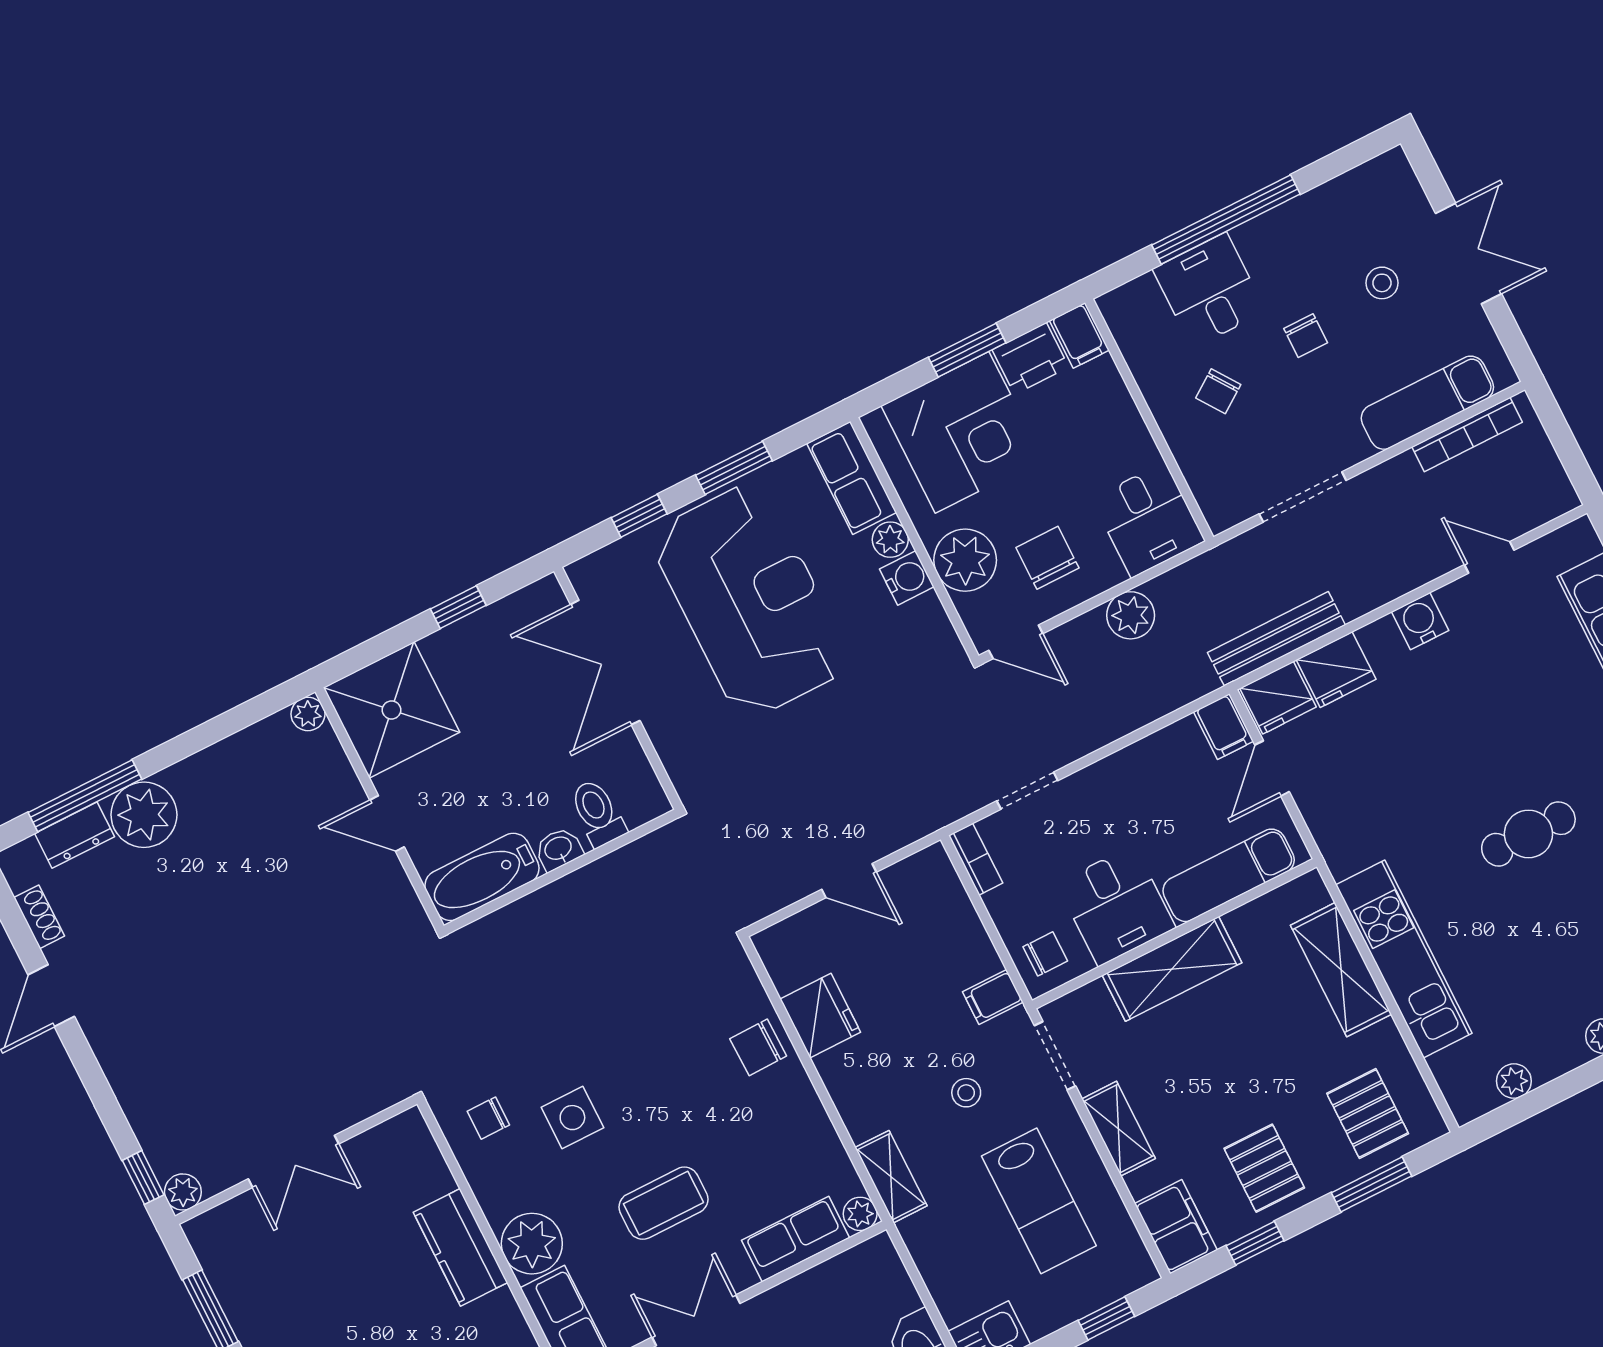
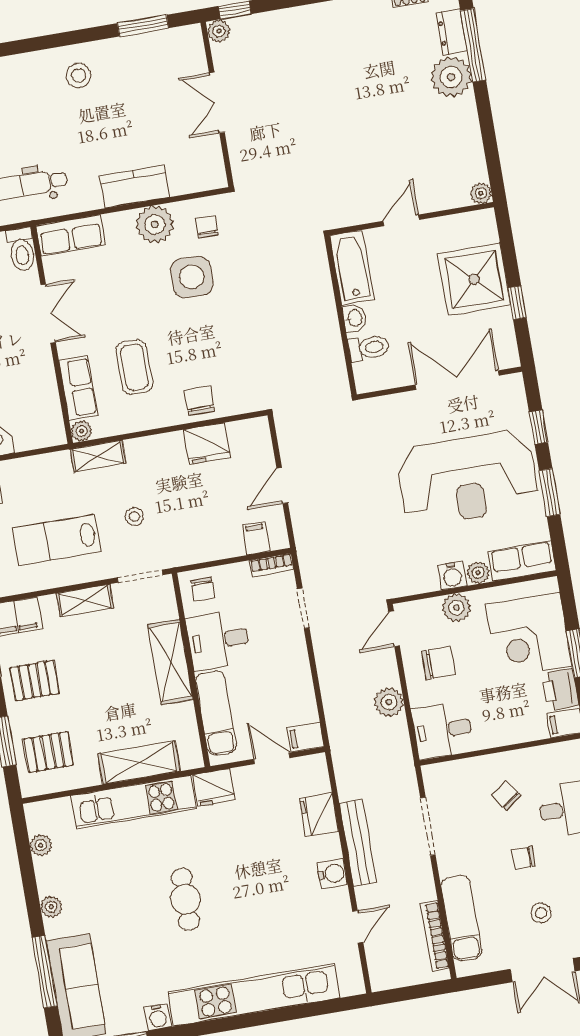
plant: (965, 560) -> (456, 608), width x0.73, depth x0.73
bench: (1276, 639) -> (358, 843), moved
fridge: (1278, 698) -> (214, 787), moved, turned -90
shower: (392, 710) -> (474, 279), moved
filing cabinet: (993, 997) -> (256, 538), moved
side table: (572, 1118) -> (192, 277), width x1.37, depth x1.37
coffee table: (663, 1203) -> (134, 367), moved
plant: (532, 1244) -> (155, 224), moved

